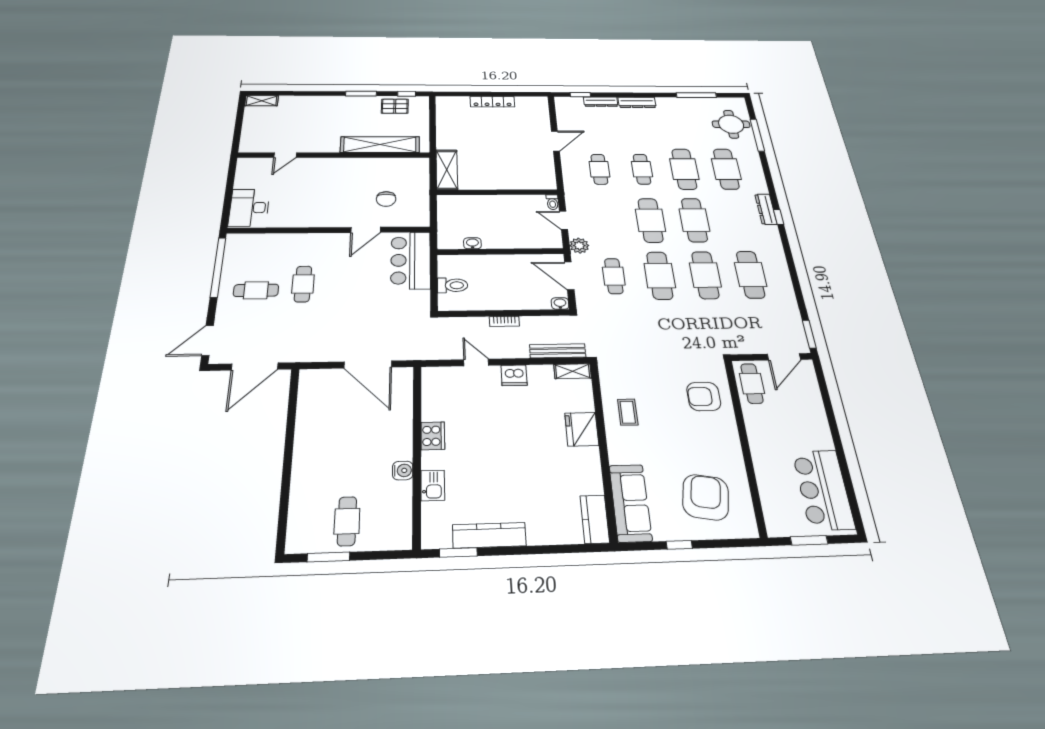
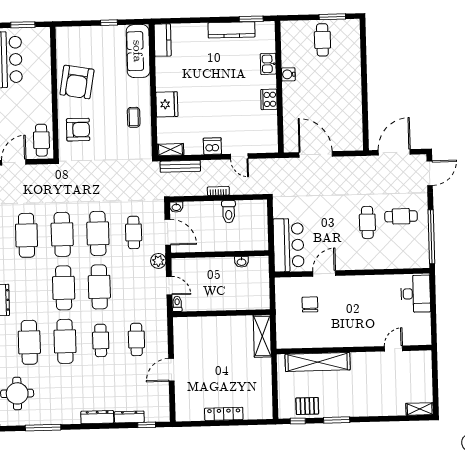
toilet: (453, 285) -> (229, 212), moved, turned -90
armchair: (706, 497) -> (77, 82), moved

